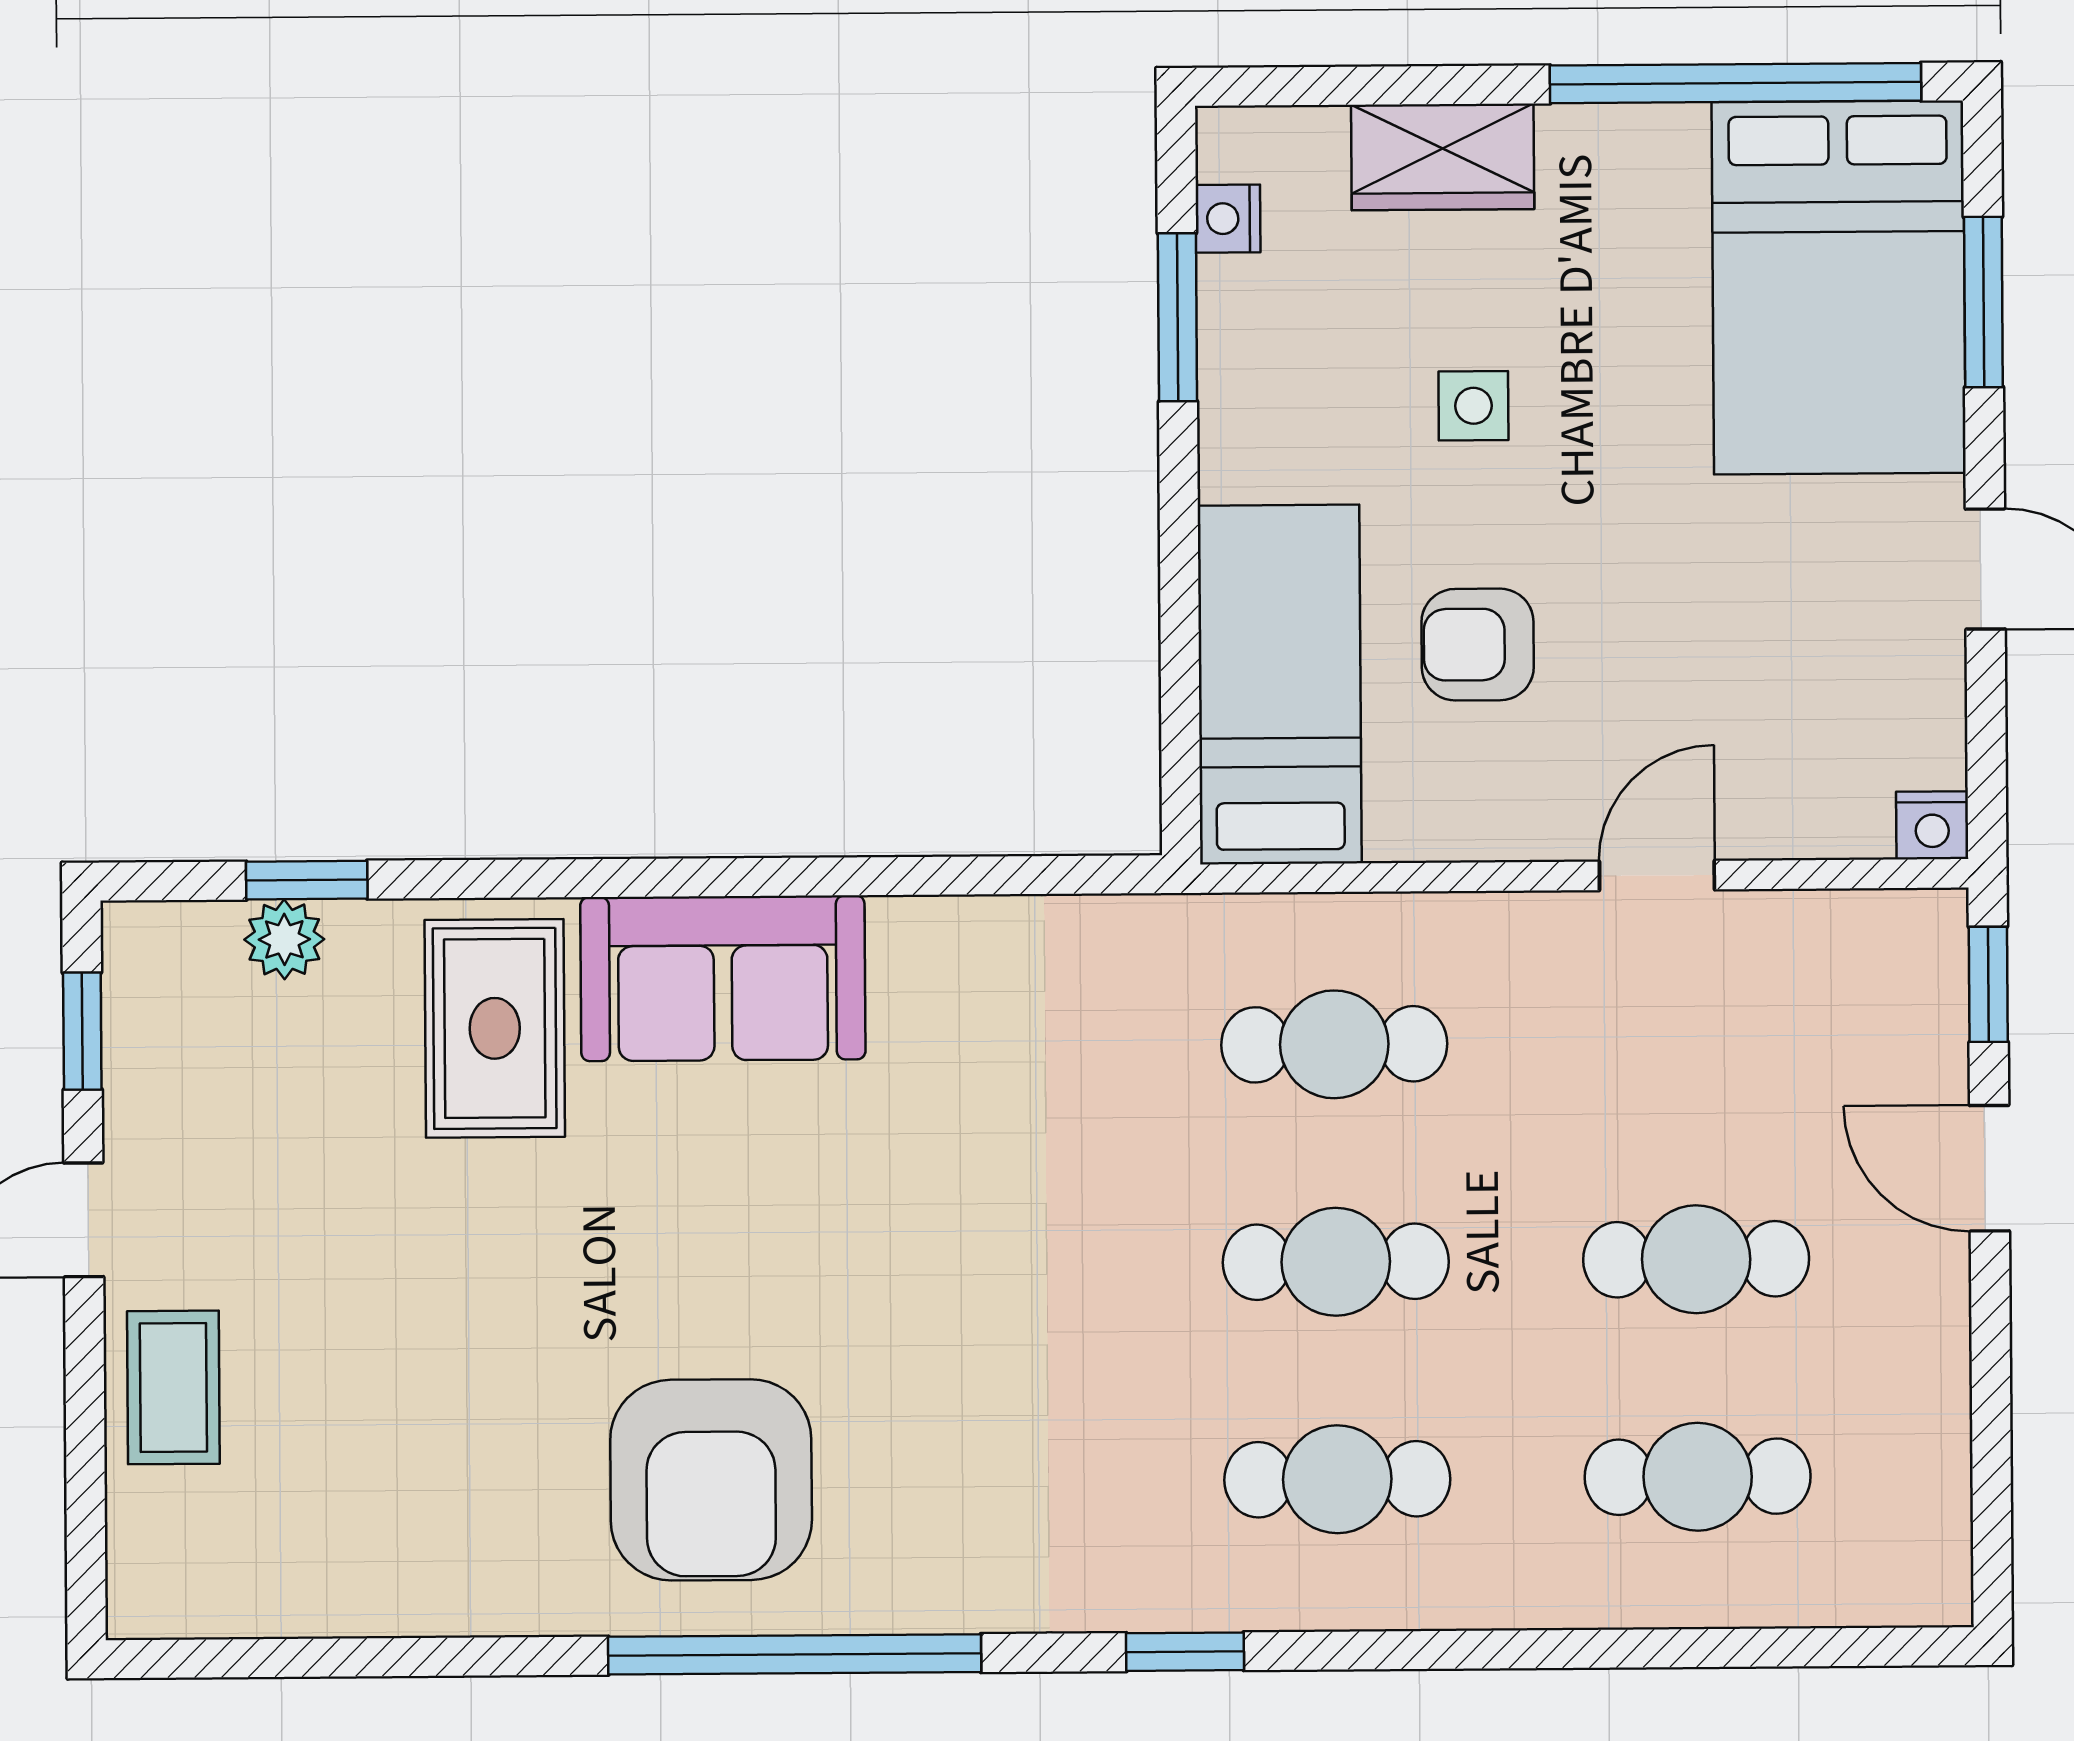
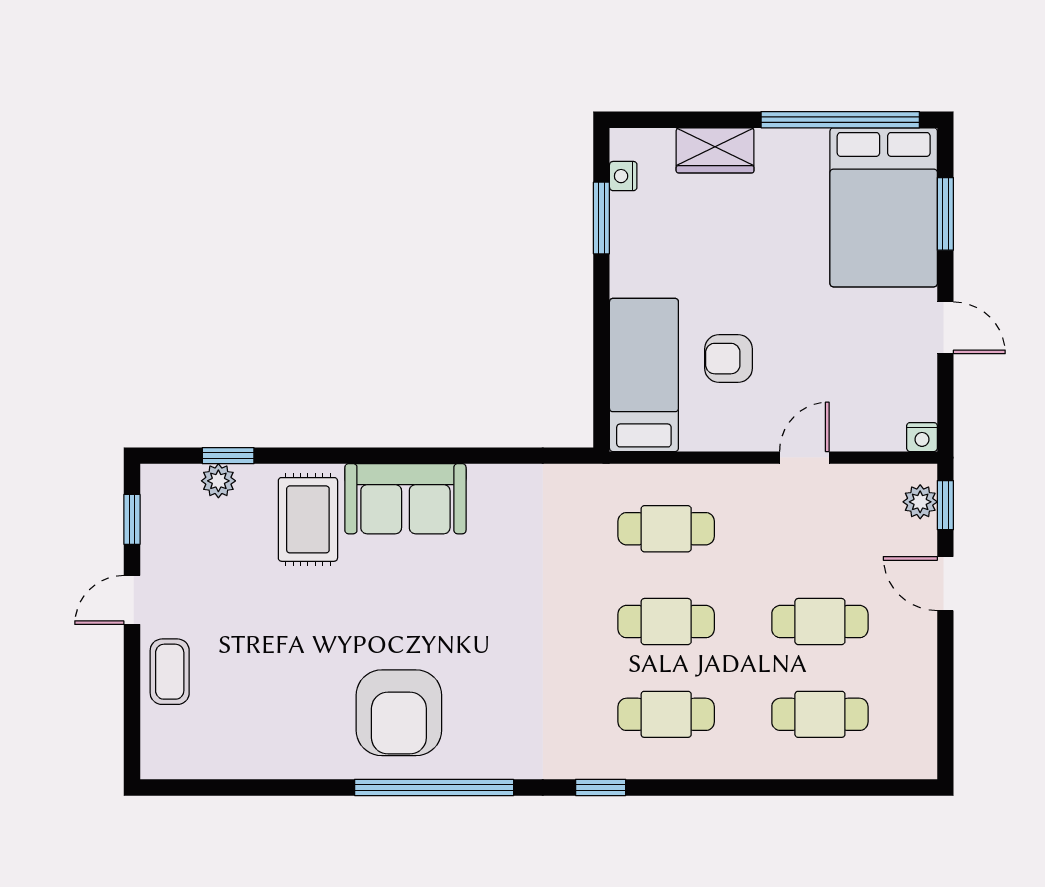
side table: (1473, 406) -> (727, 257), removed
plant: (1929, 977) -> (920, 502), added

